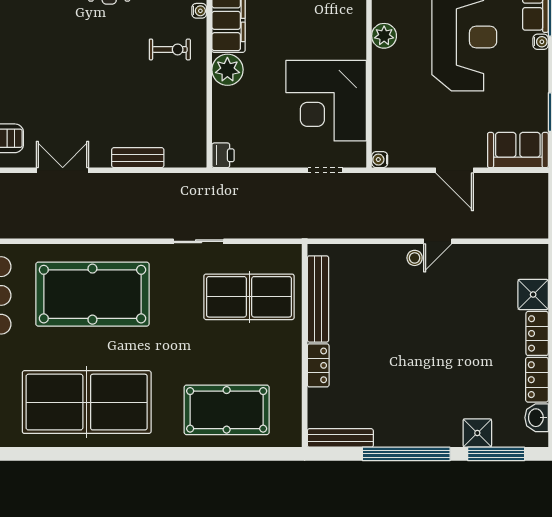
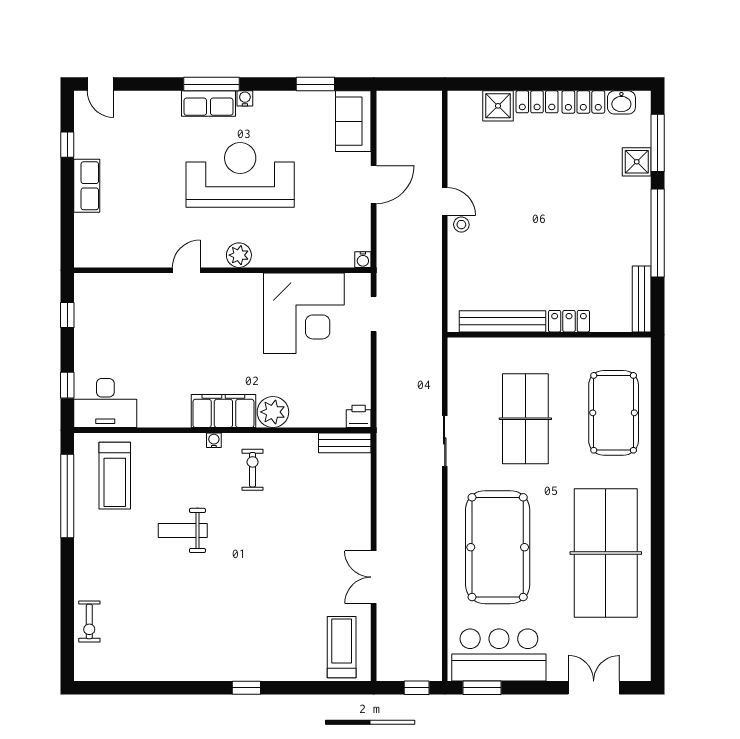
bench: (138, 158) -> (345, 443), moved, turned 90
table tennis table: (249, 297) -> (525, 419), moved

